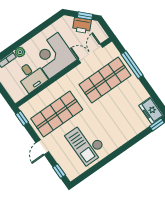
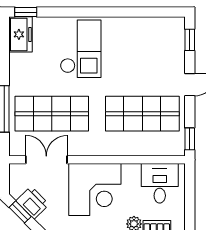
double door: (91, 53) -> (46, 160), swing flipped
desk: (31, 76) -> (160, 183), moved
checkout: (86, 143) -> (81, 49), moved

